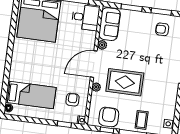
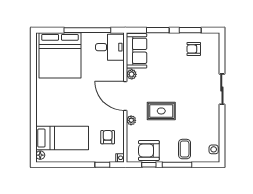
door: (94, 64) -> (125, 96), hinge flipped
rug: (125, 82) -> (161, 111), width x0.73, depth x0.70
armchair: (109, 117) -> (149, 151), turned -90

